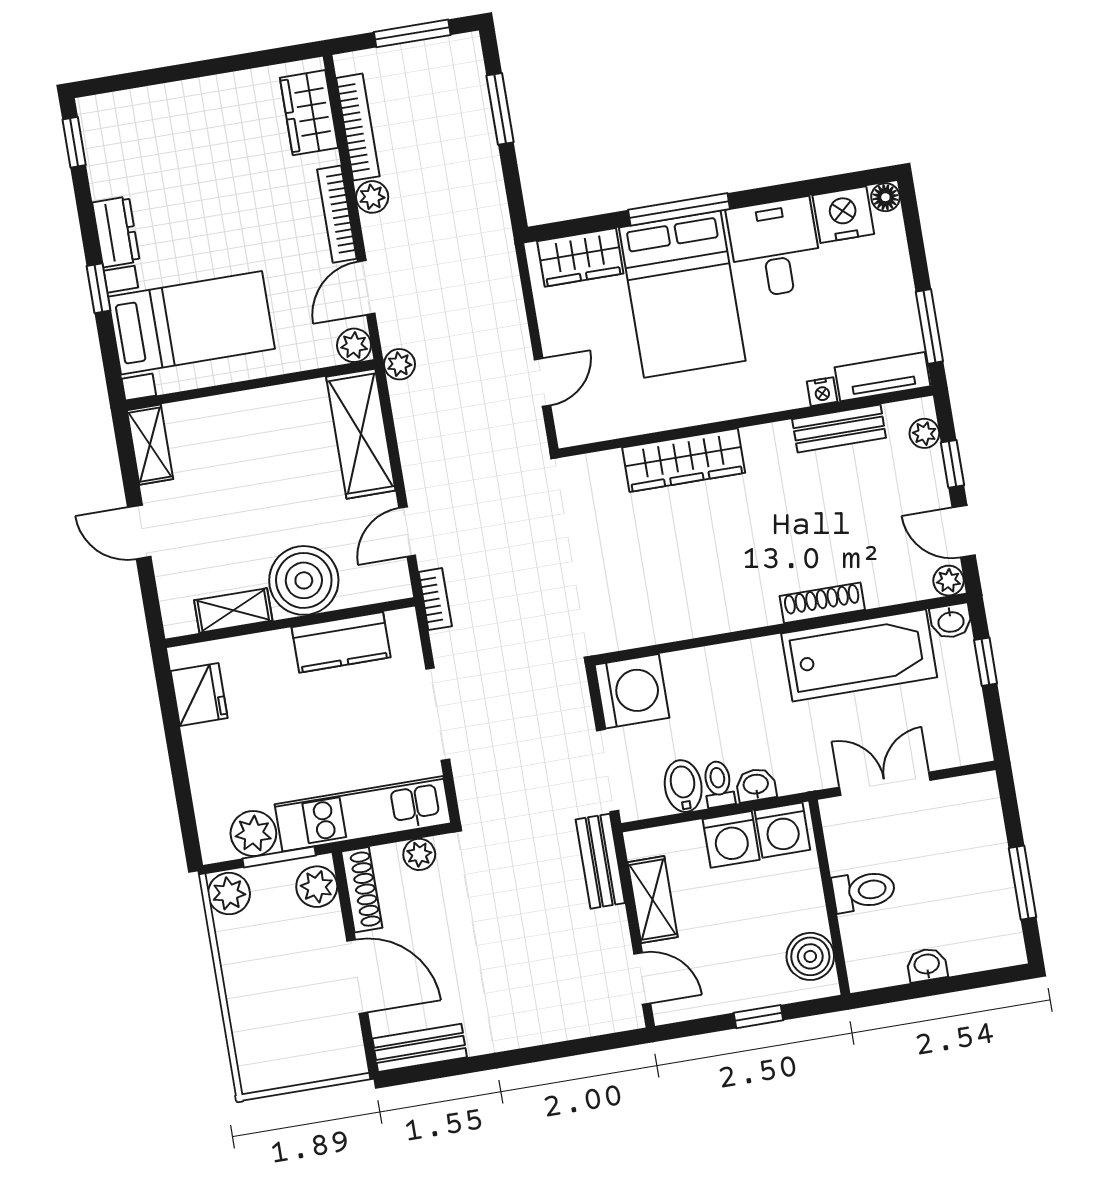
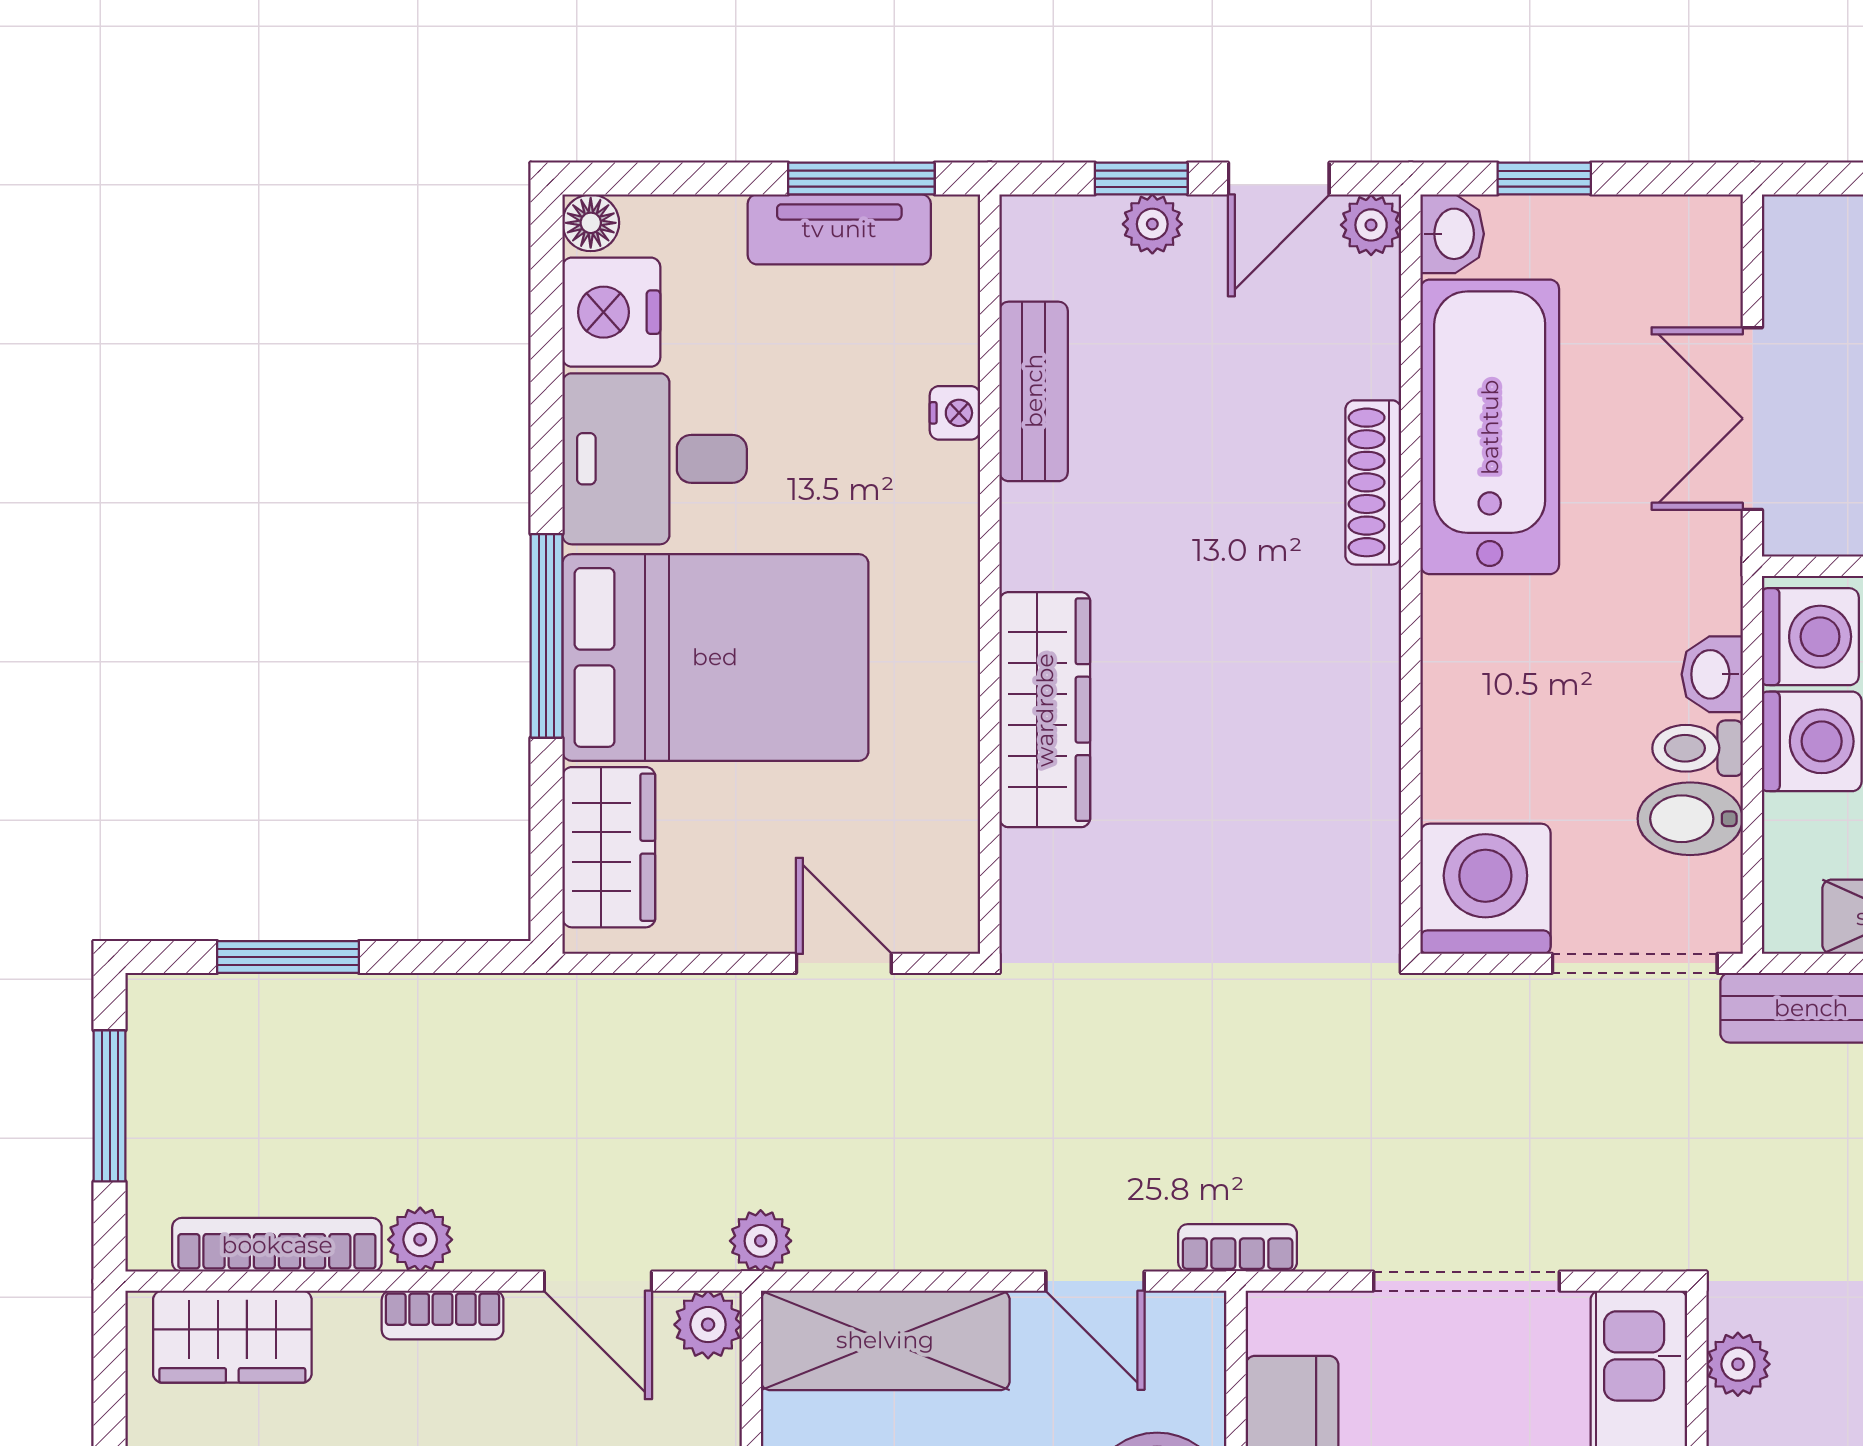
bookcase: (337, 214) -> (443, 1315), width x0.64
tv unit: (882, 377) -> (839, 229), moved, turned -90
plant: (924, 433) -> (1152, 224), moved

